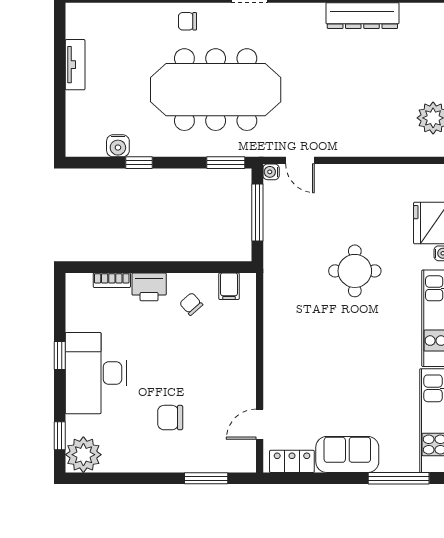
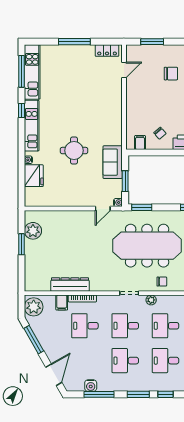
door: (300, 160) -> (103, 209), swing flipped
window: (257, 213) -> (125, 181), width x0.69
sofa: (347, 454) -> (113, 162), moved, turned 90
window: (399, 478) -> (74, 42), moved

